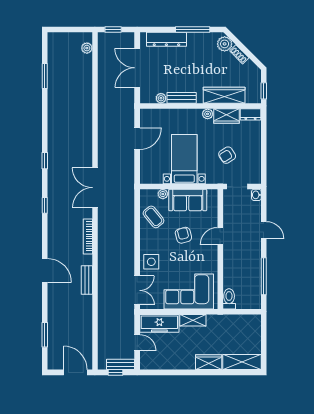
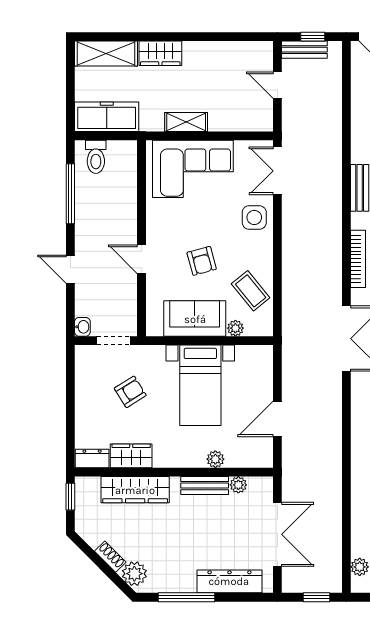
plant: (208, 114) -> (215, 459), moved
door: (220, 236) -> (142, 259), swing flipped
toilet: (229, 299) -> (96, 157), moved
freezer: (159, 323) -> (107, 117), moved

